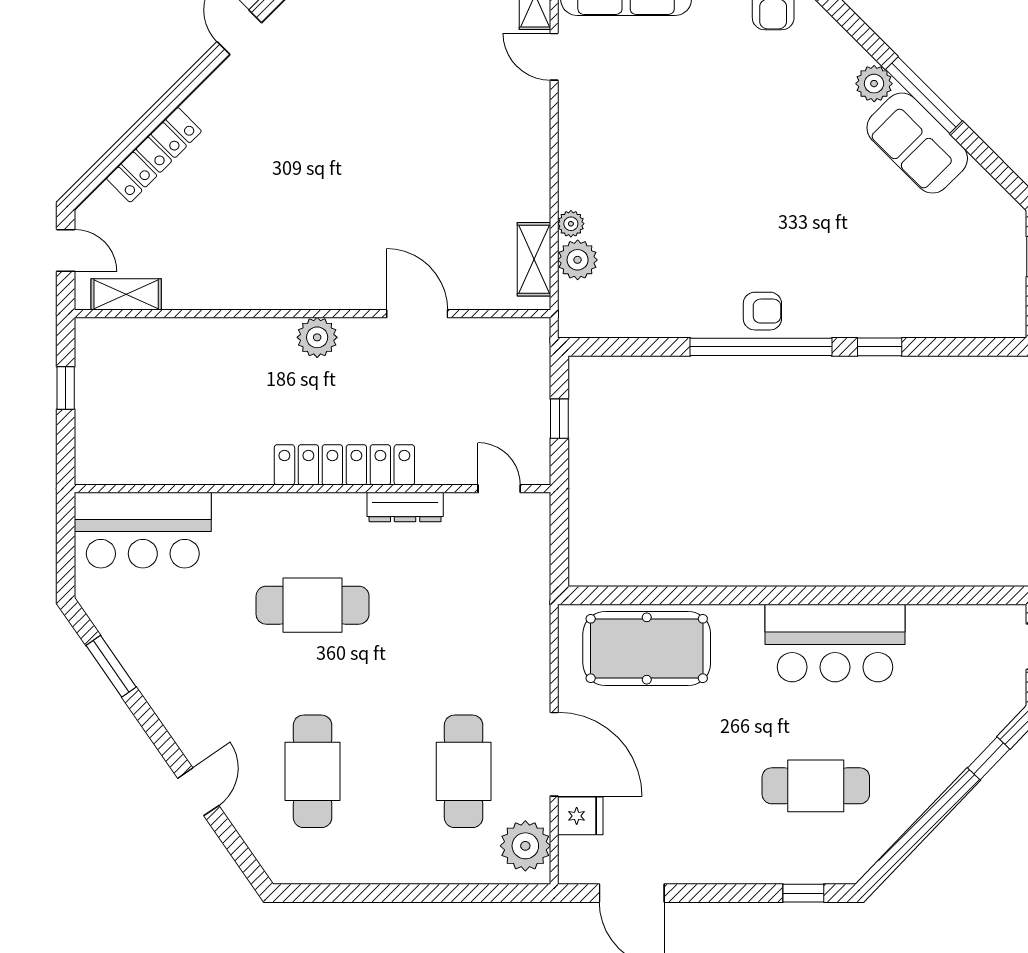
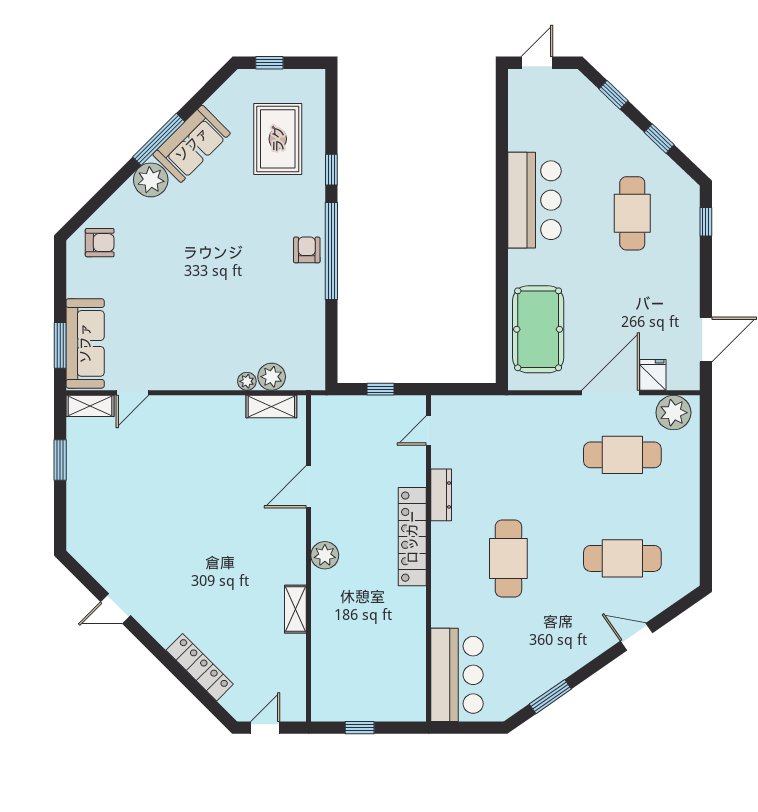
plant: (874, 84) -> (151, 180), width x1.36, depth x1.36
rug: (924, 269) -> (278, 139), added
shelving: (126, 294) -> (295, 609), moved
window: (925, 825) -> (659, 139), added

